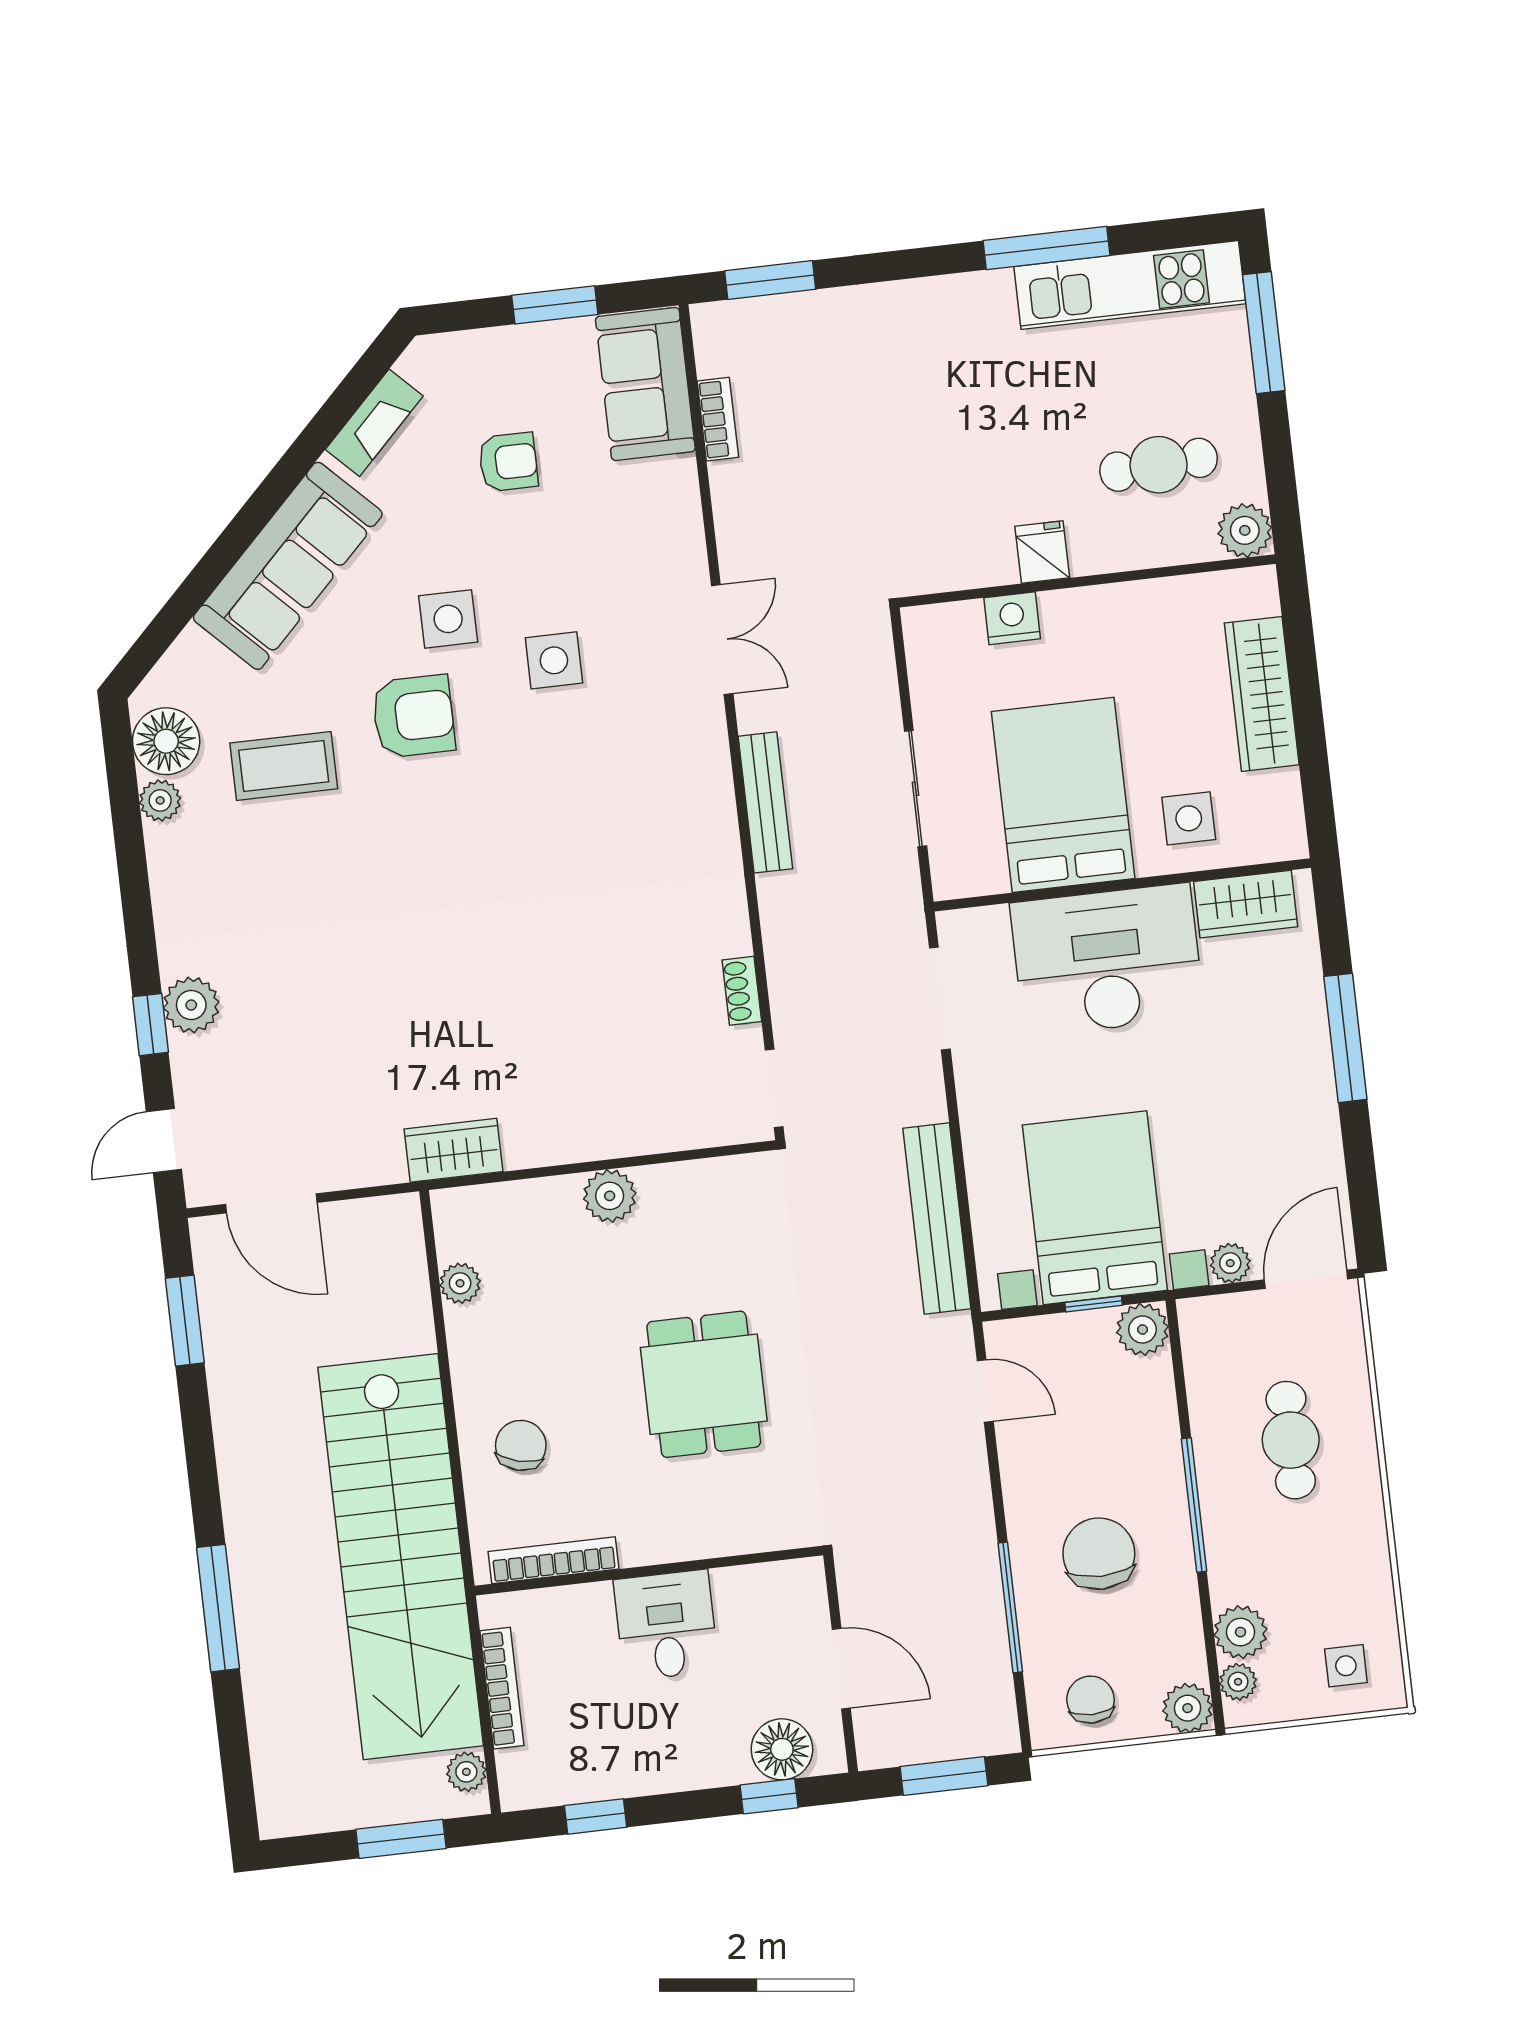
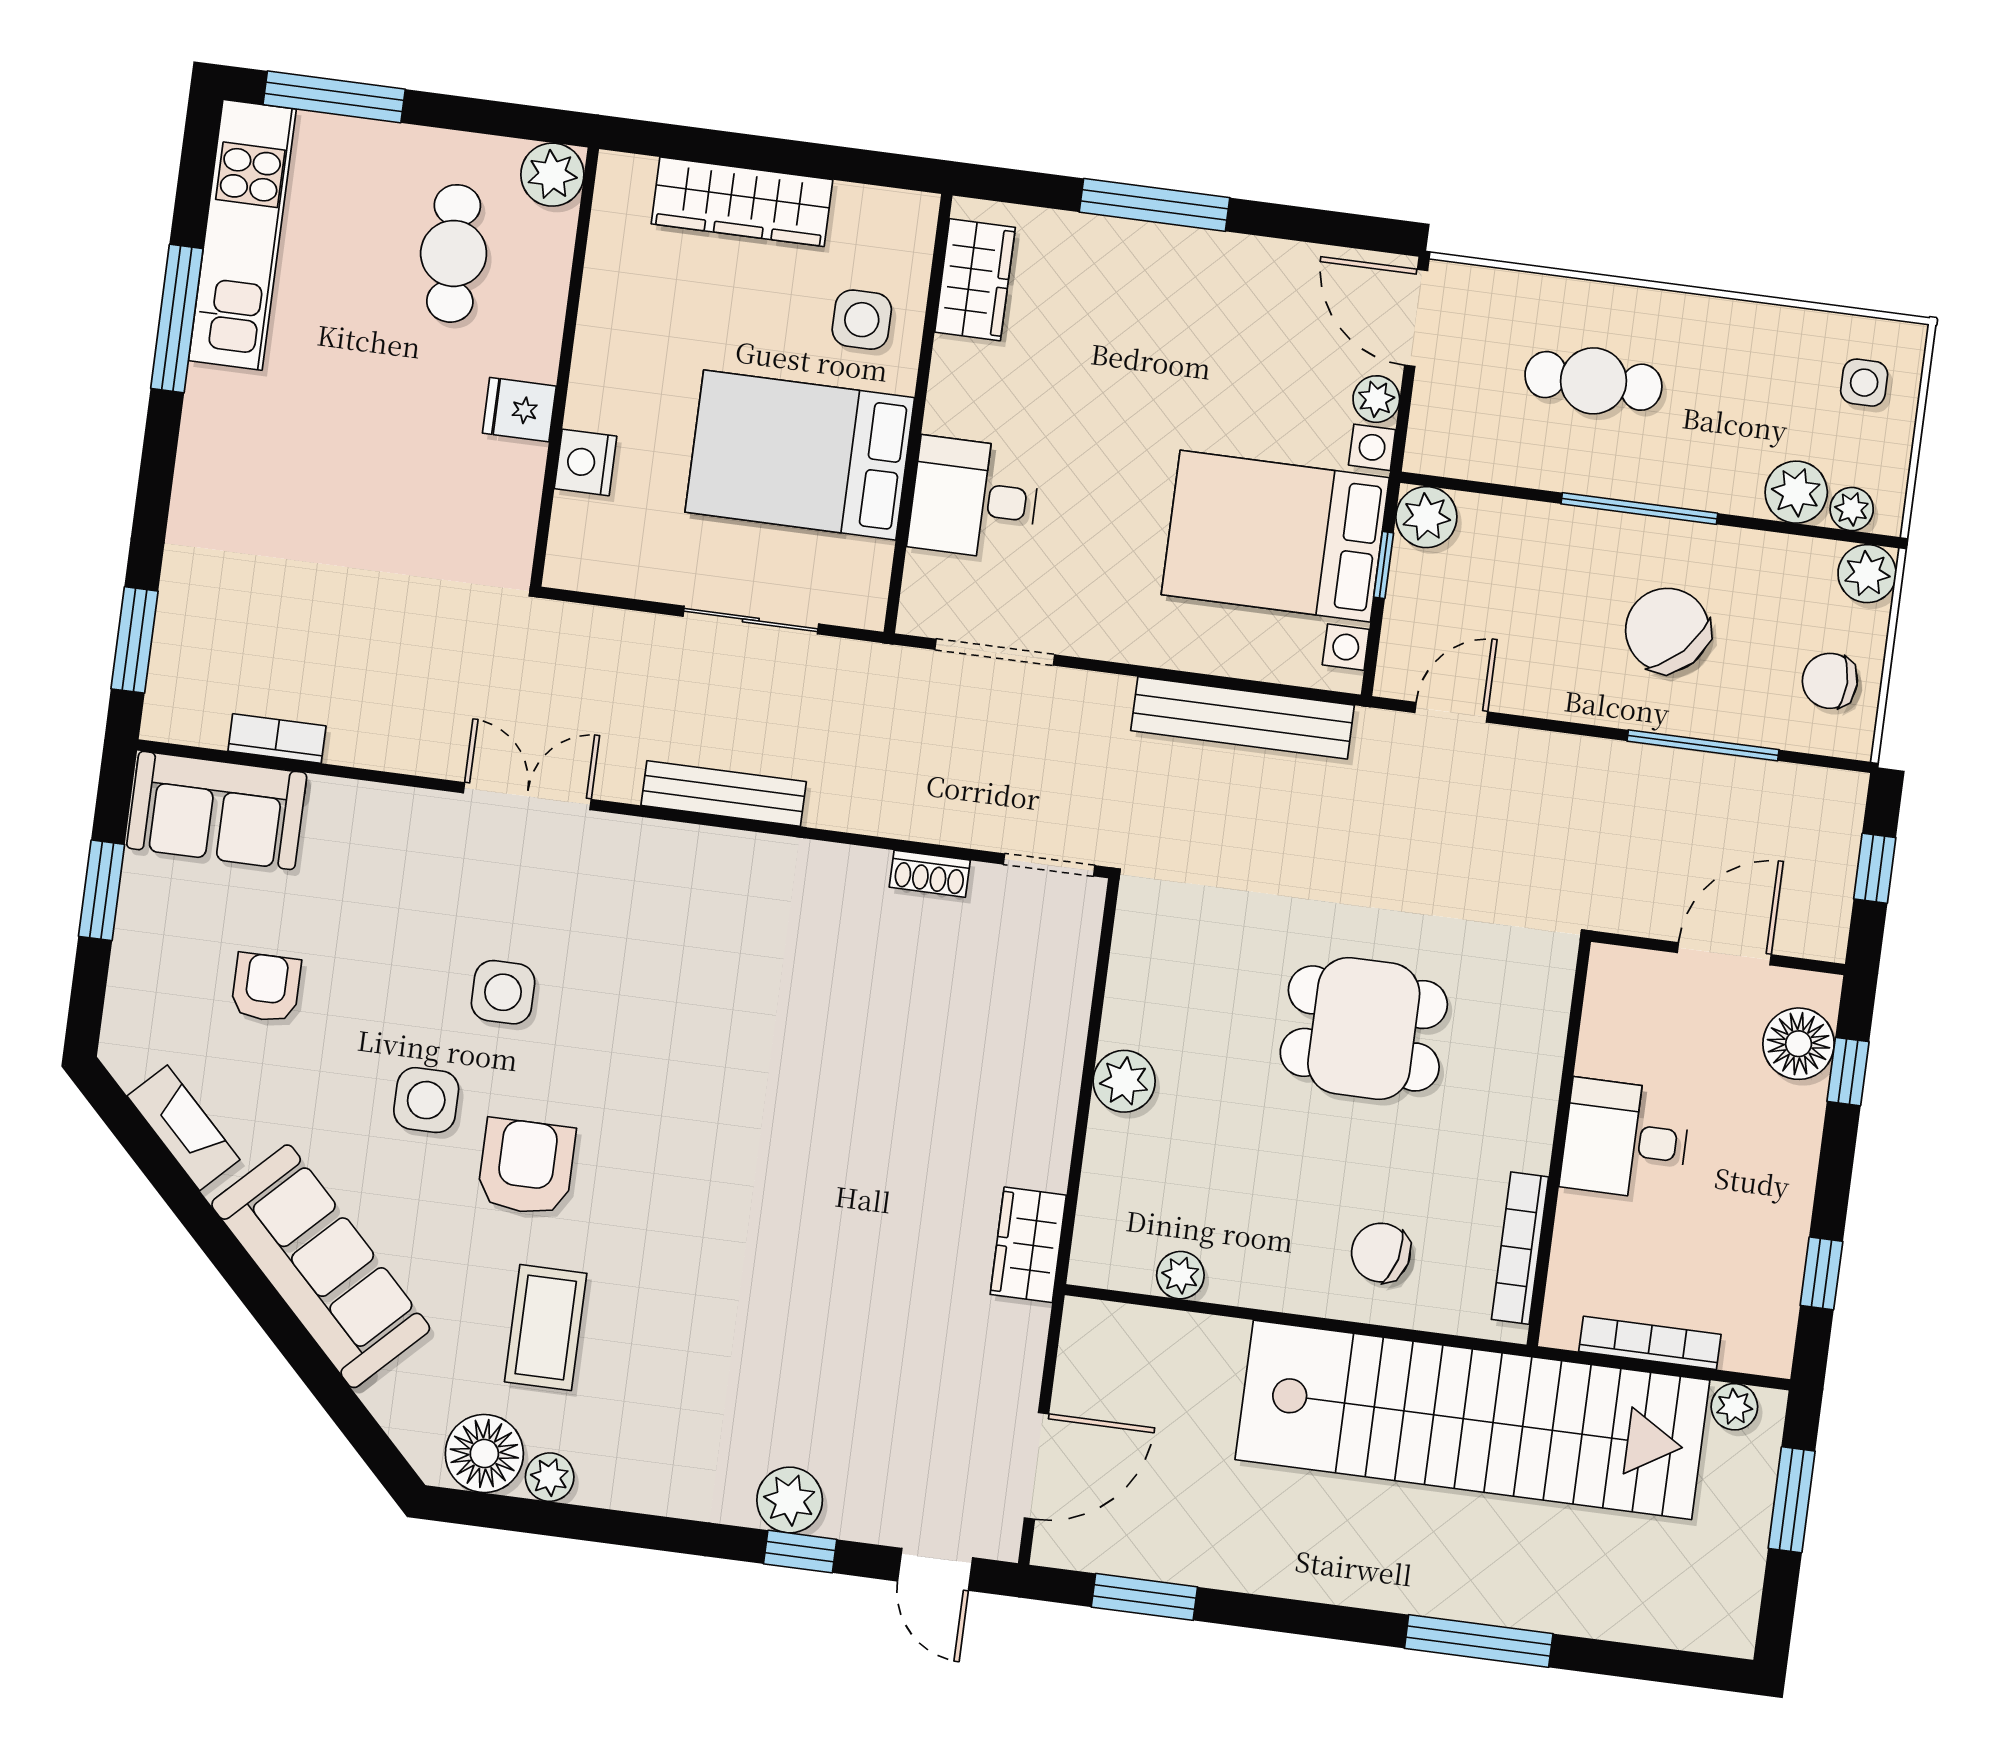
desk: (1107, 960) -> (974, 498), width x0.53, depth x0.77
chair: (1099, 1554) -> (1667, 630), turned 44
window: (944, 1776) -> (1875, 868), width x0.67

